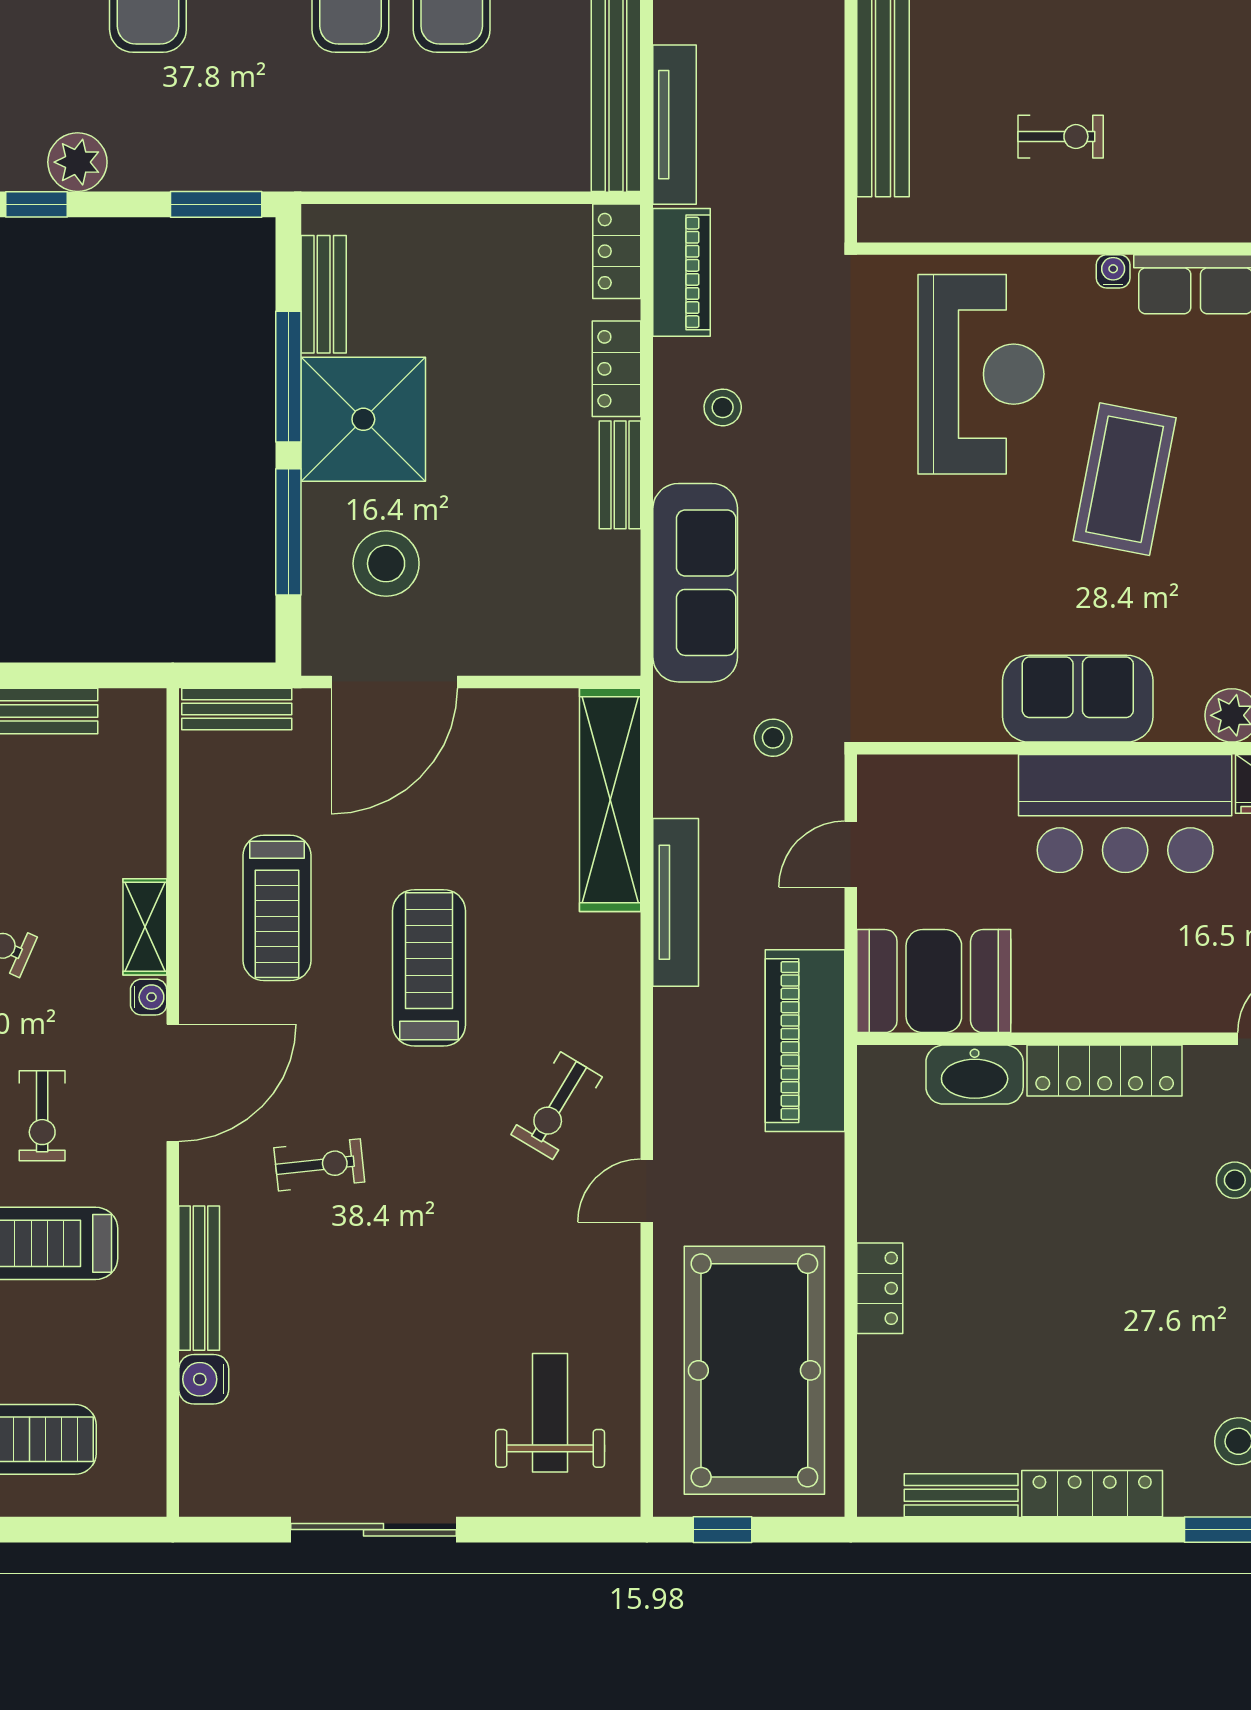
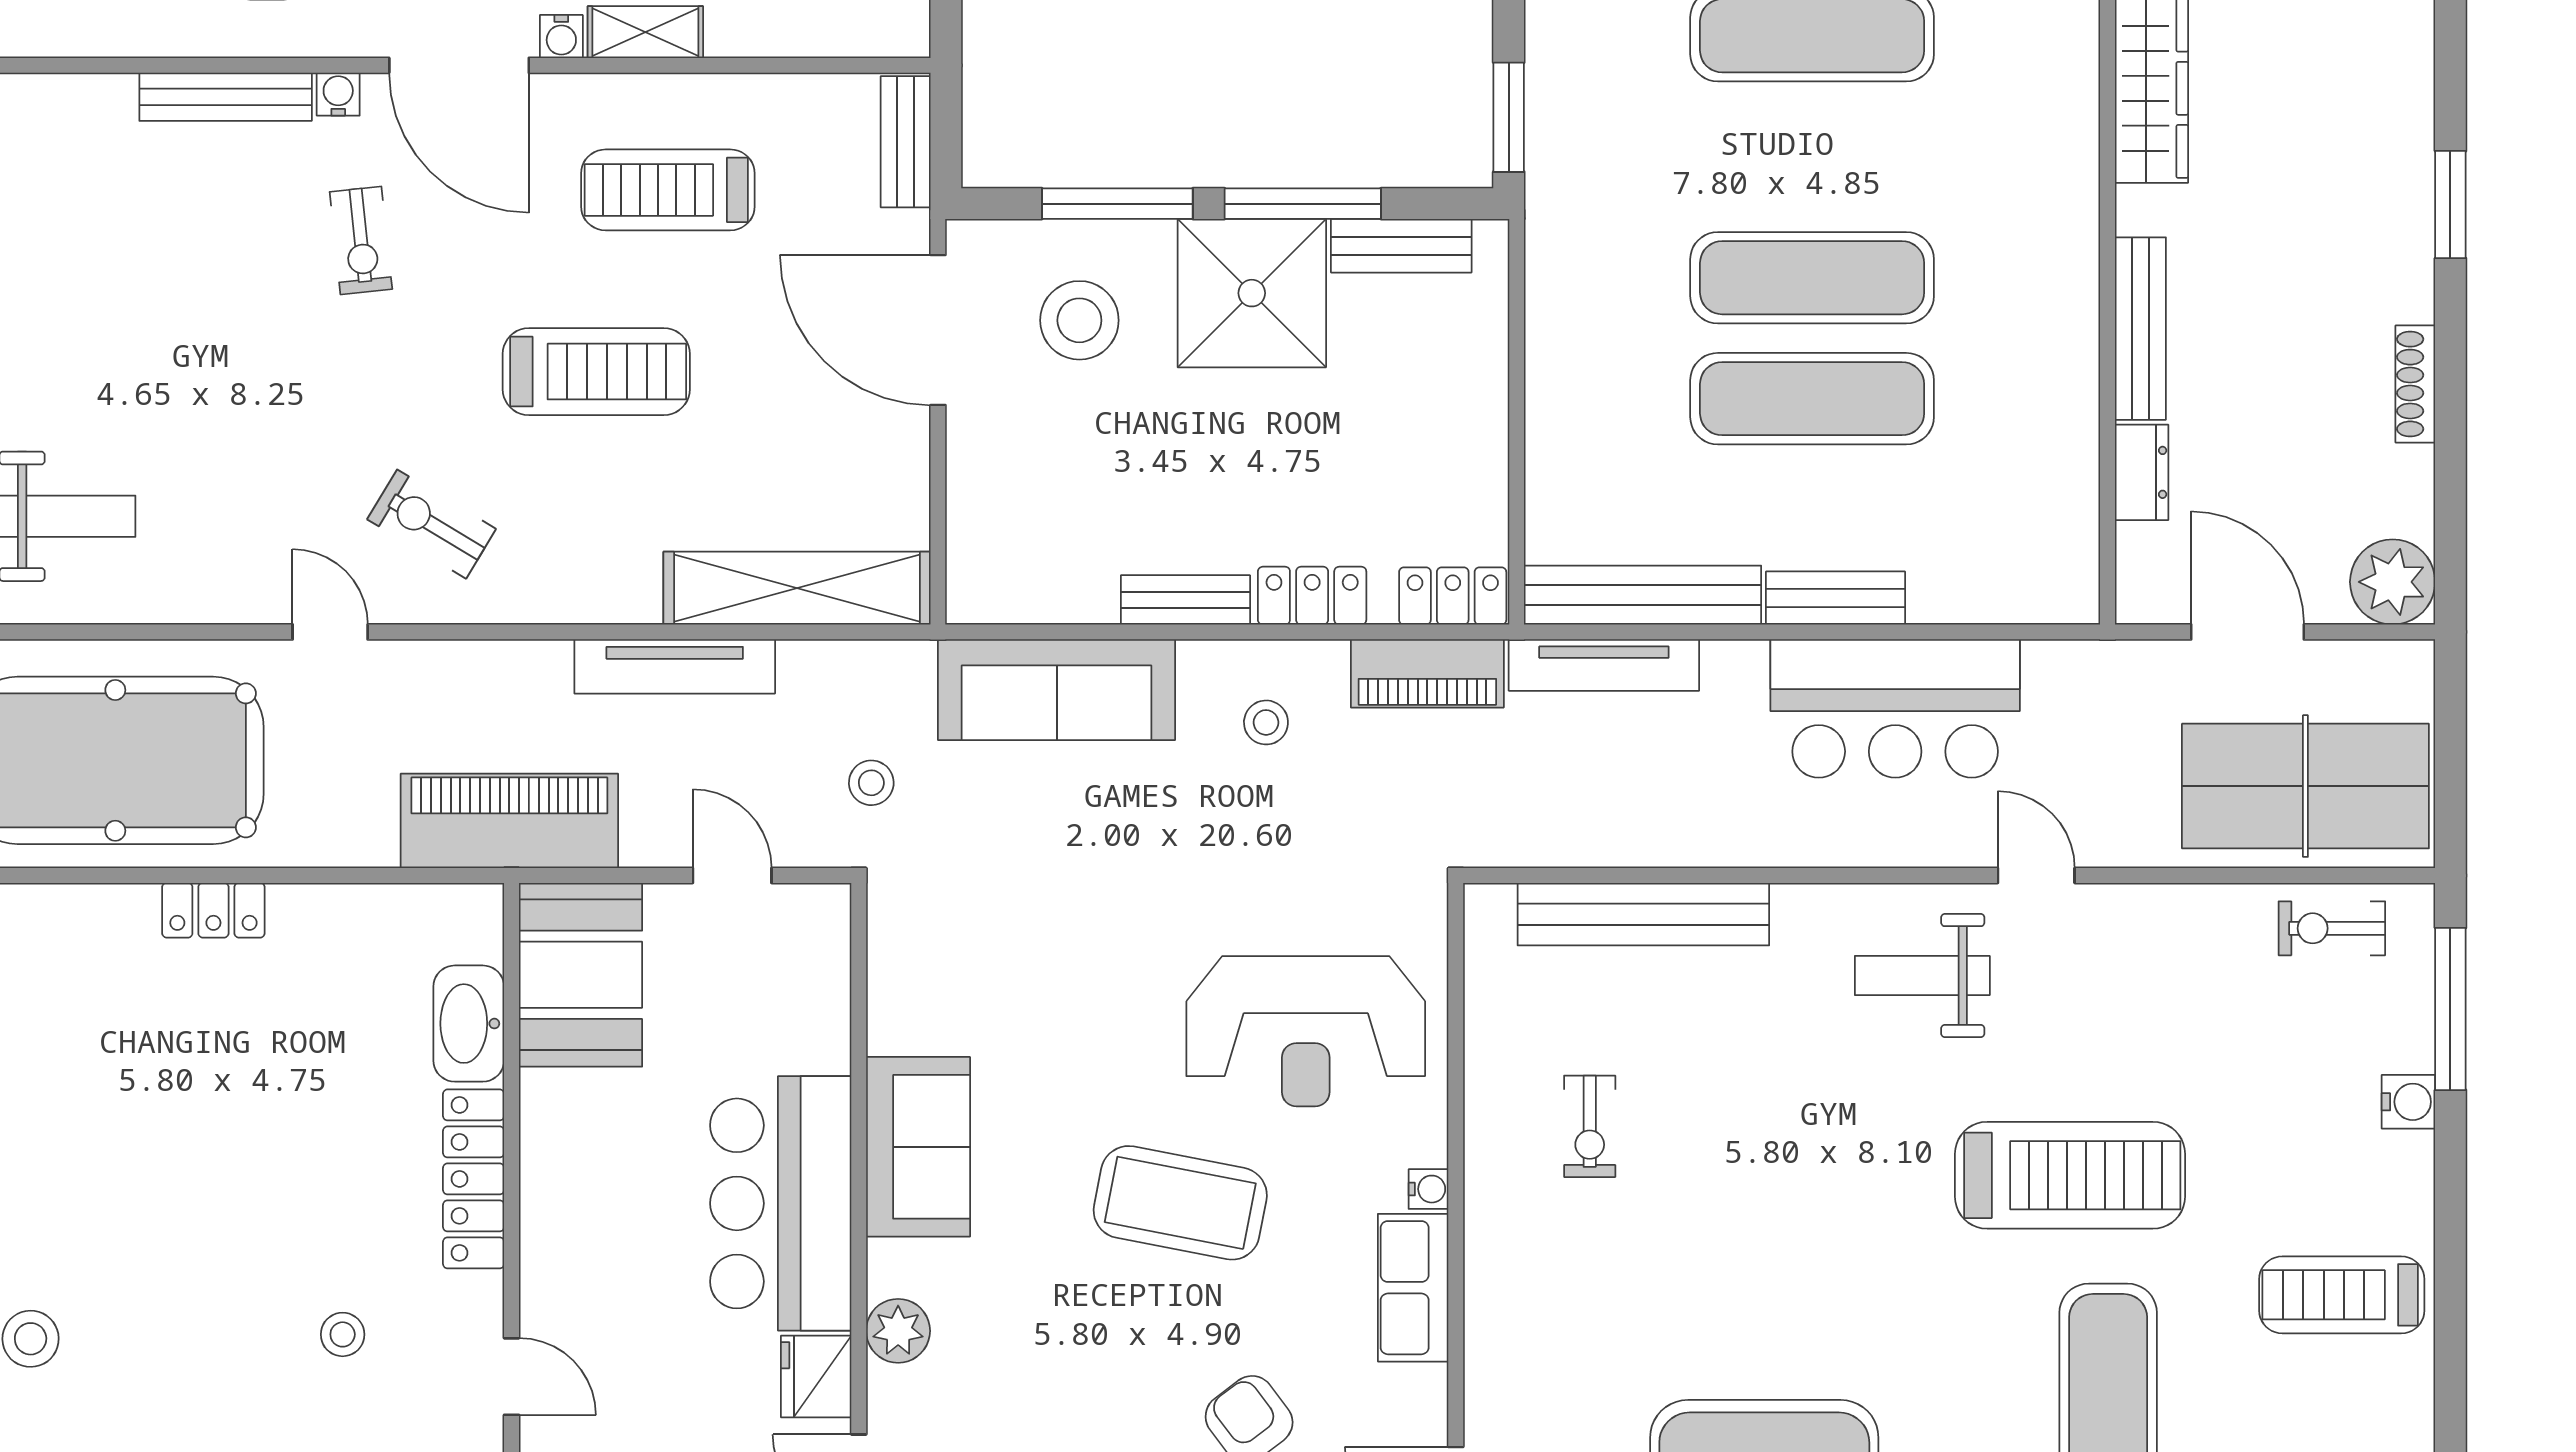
water cooler: (204, 1379) -> (338, 94), moved, width x0.72, depth x0.72

